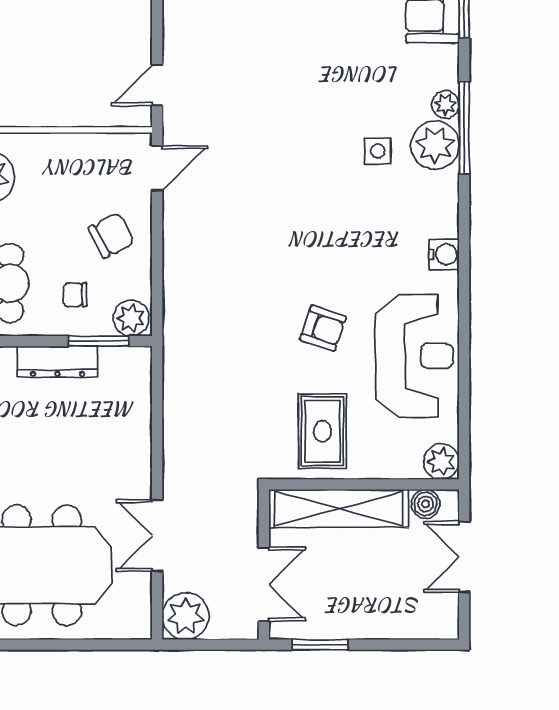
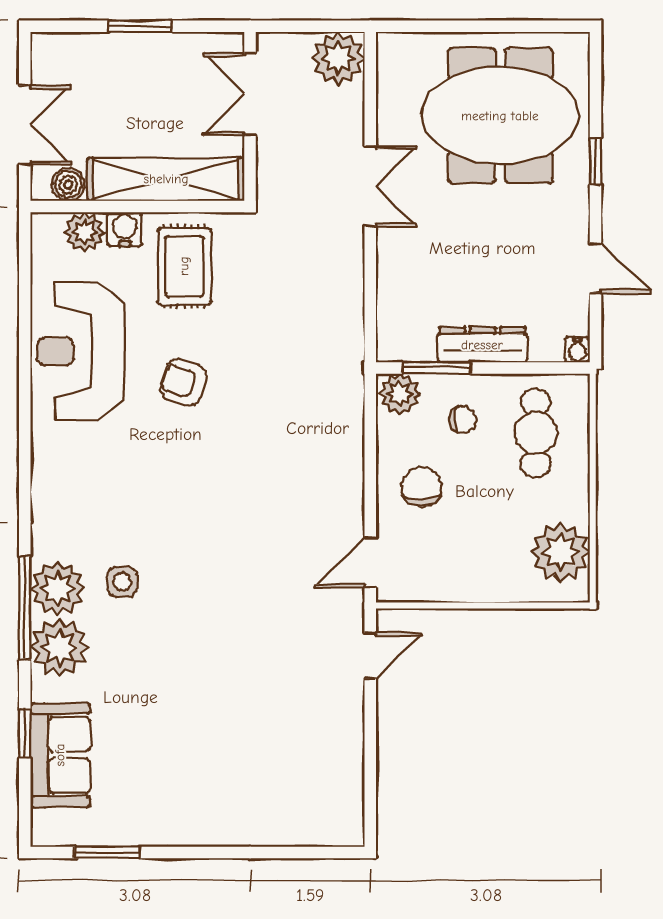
plant: (445, 105) -> (59, 647), width x1.87, depth x1.87
chair: (112, 235) -> (422, 487), turned 117
water cooler: (444, 254) -> (125, 229), moved, turned 90
plant: (441, 462) -> (84, 232), moved
double door: (157, 535) -> (370, 186), moved
window: (320, 645) -> (140, 26), moved

